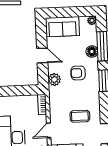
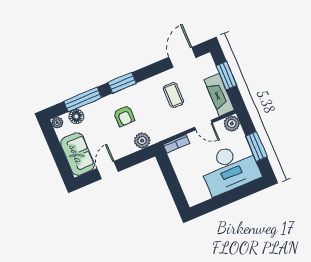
floor lamp: (92, 52) -> (76, 116), moved
door: (42, 55) -> (108, 170), moved

